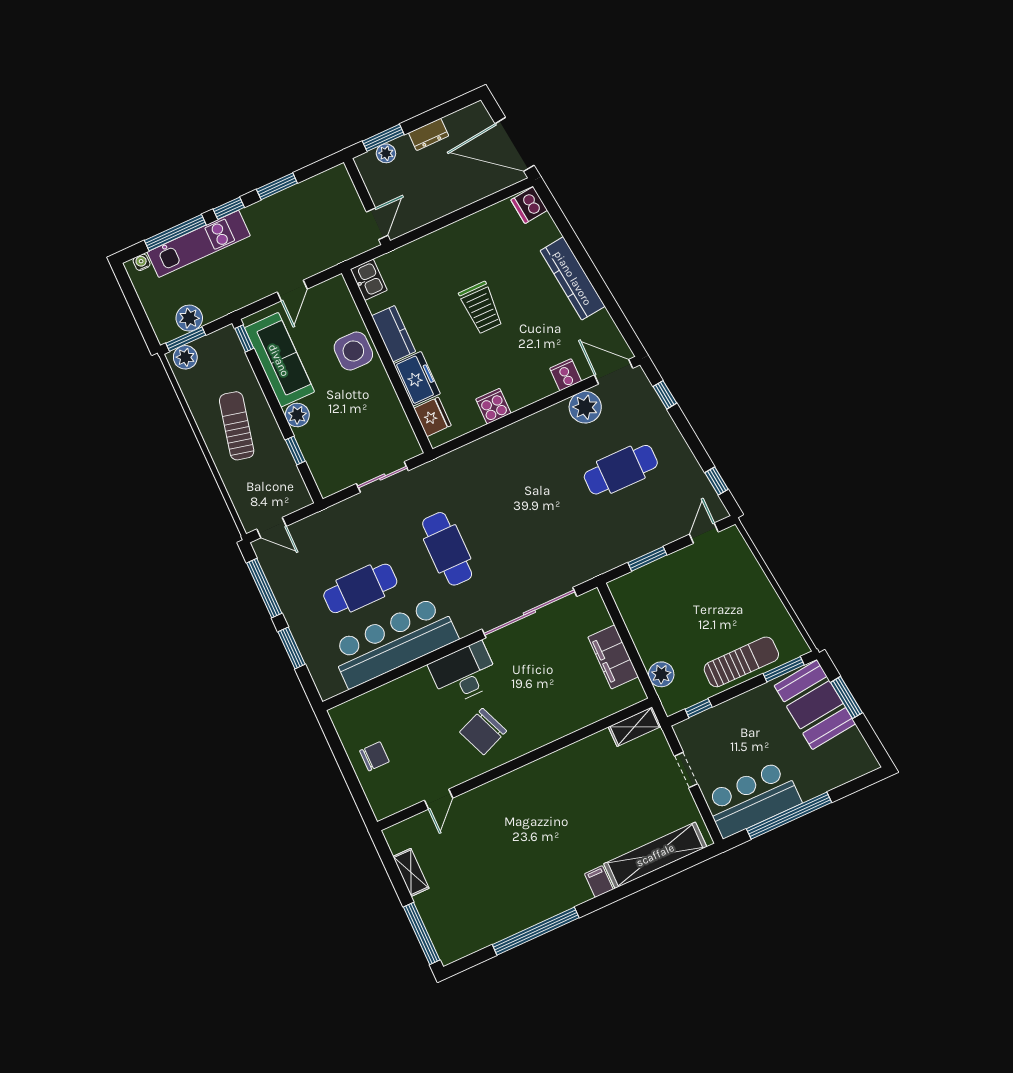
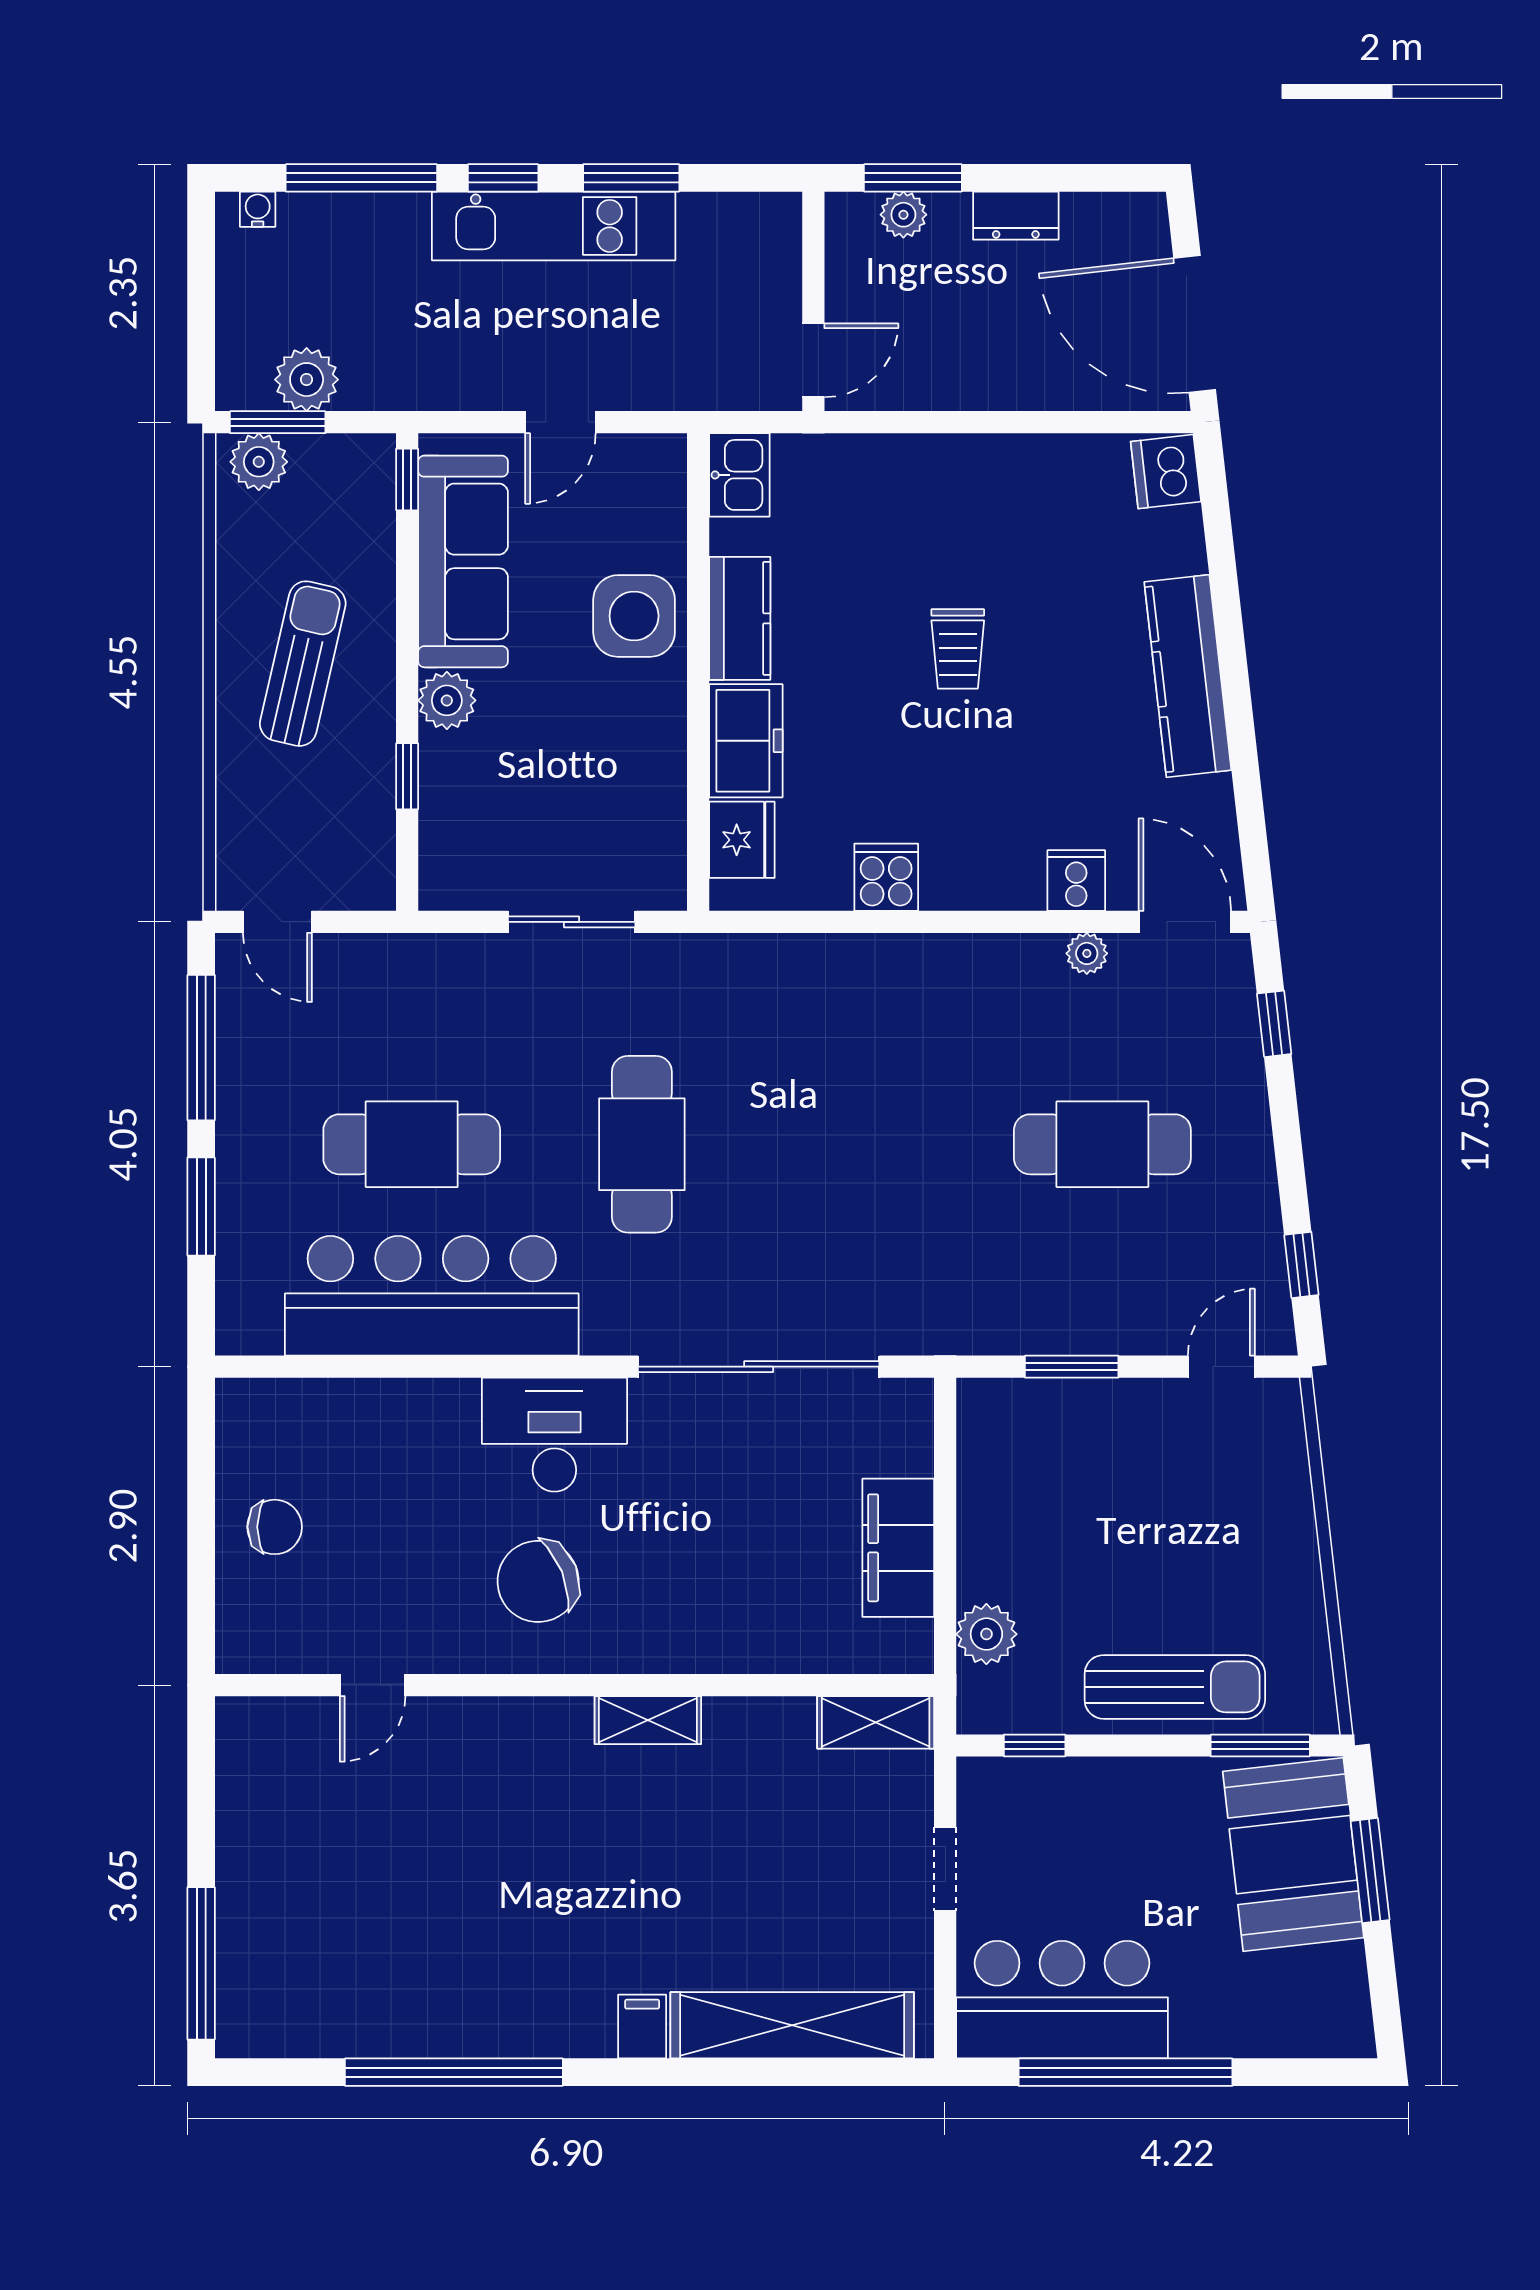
kitchen unit: (199, 244) -> (554, 226), moved
trolley: (481, 308) -> (958, 649), width x0.73, depth x0.72
plant: (585, 407) -> (1087, 953), width x0.53, depth x0.53
shelving: (411, 872) -> (648, 1720), moved, turned 90

